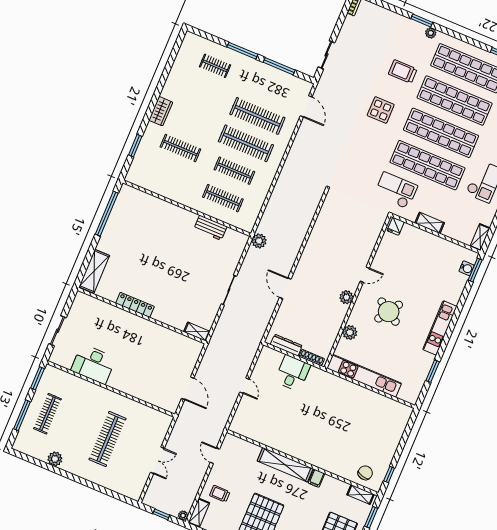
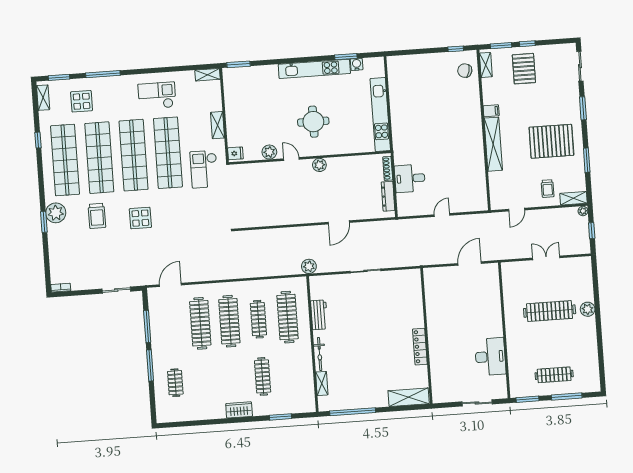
plant: (431, 33) -> (56, 213), width x1.87, depth x1.87
clothes rail: (223, 198) -> (288, 317), width x1.37, depth x1.31
bicycle: (175, 210) -> (320, 354), added
water cooler: (467, 268) -> (357, 64), moved
round table: (389, 312) -> (313, 122), turned -33
kitchen unit: (440, 328) -> (314, 69), width x1.36
shelving: (197, 332) -> (322, 383), moved
plant: (350, 332) -> (269, 152), moved
plant: (55, 459) -> (588, 309), moved

